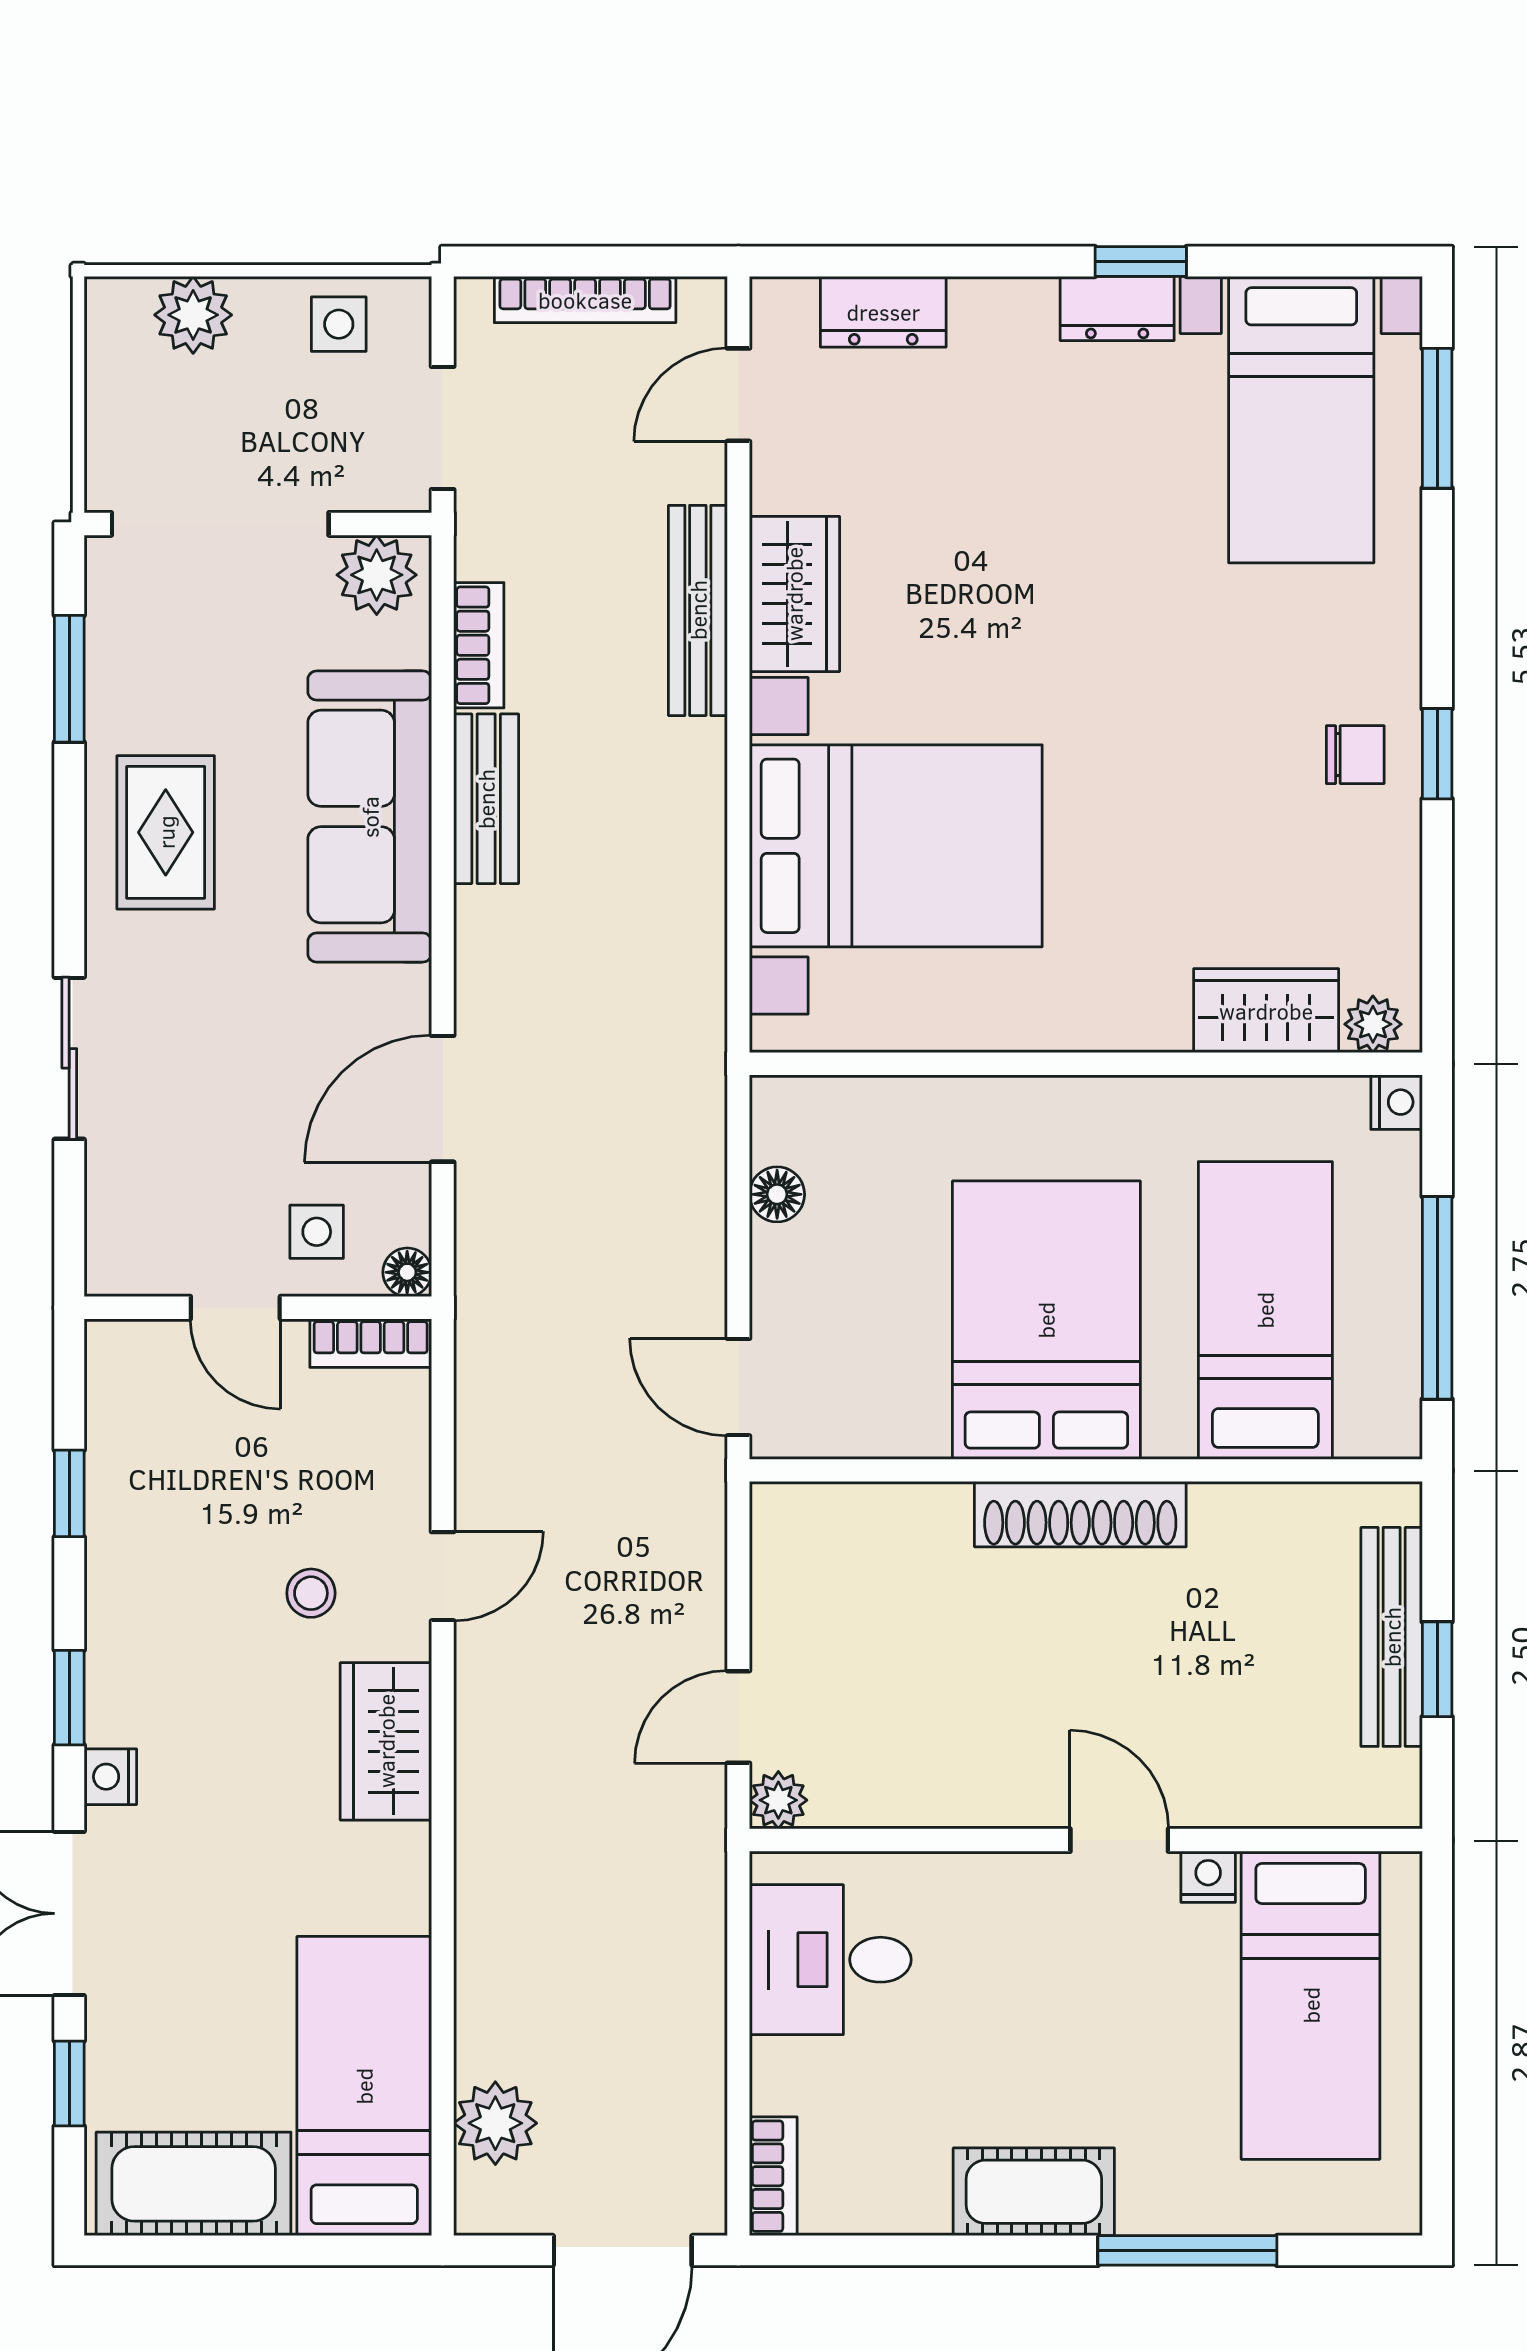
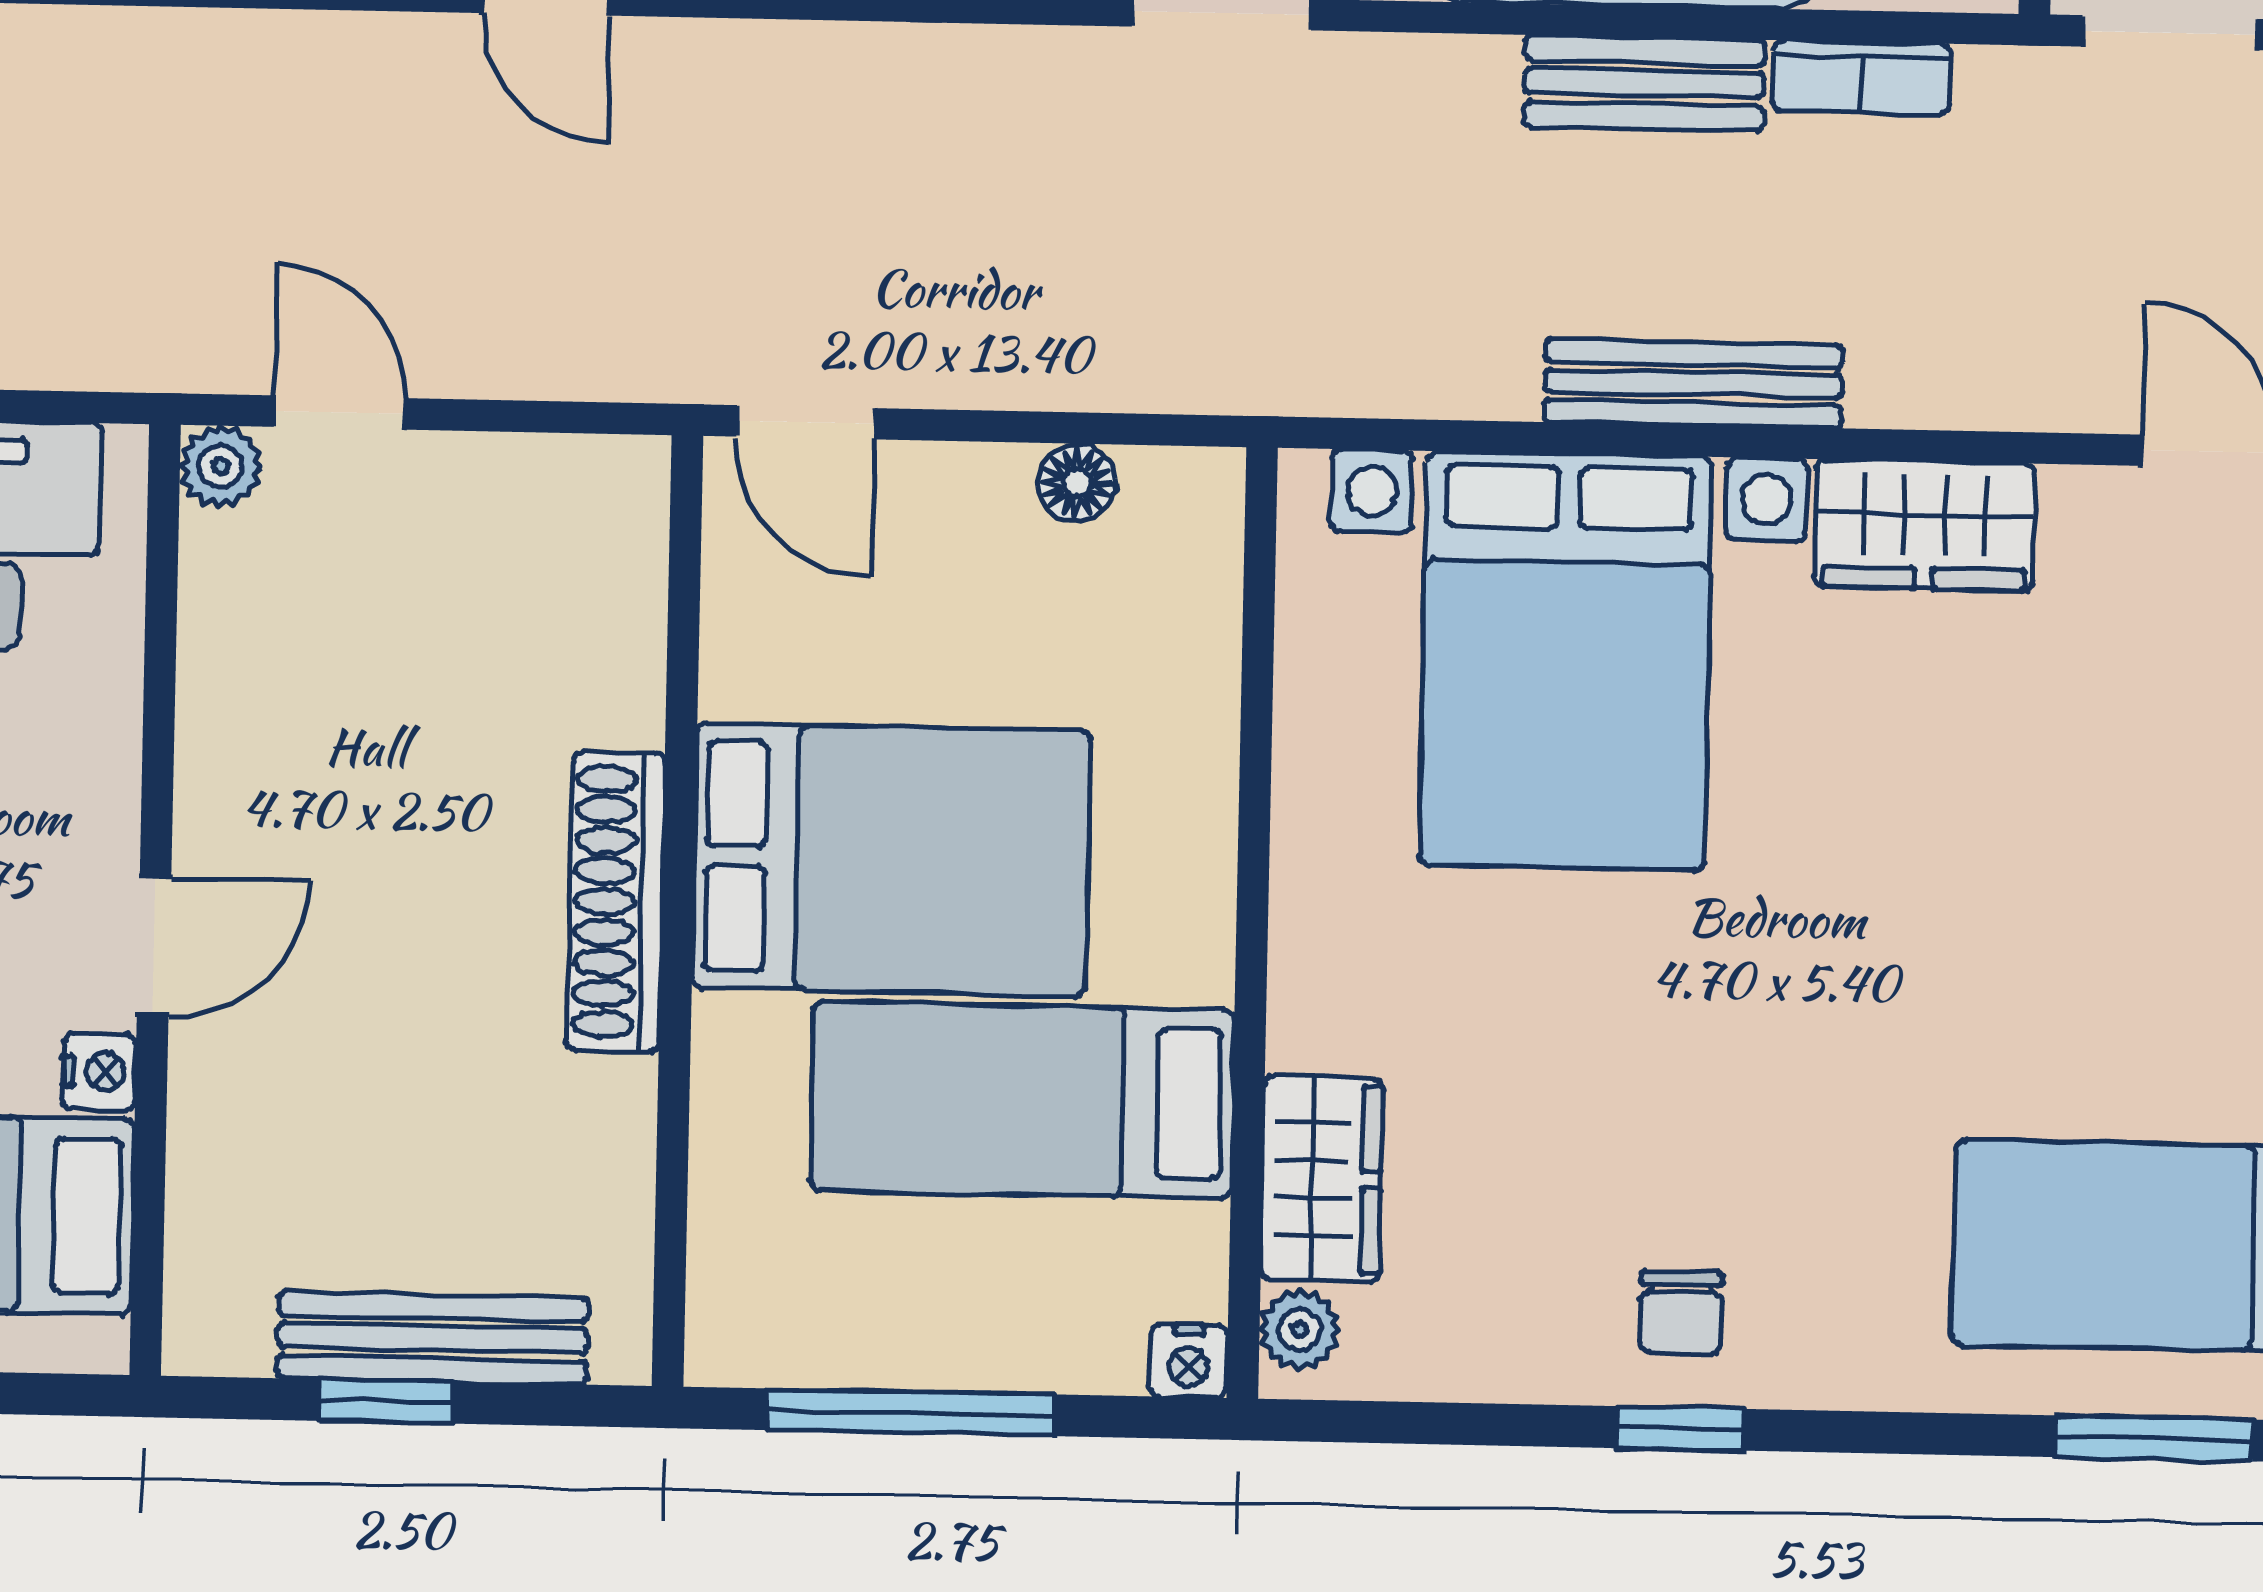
bench: (698, 610) -> (1693, 384), moved
bed: (1265, 1310) -> (1022, 1100), moved, turned 180
door: (738, 1387) -> (806, 422), swing flipped

